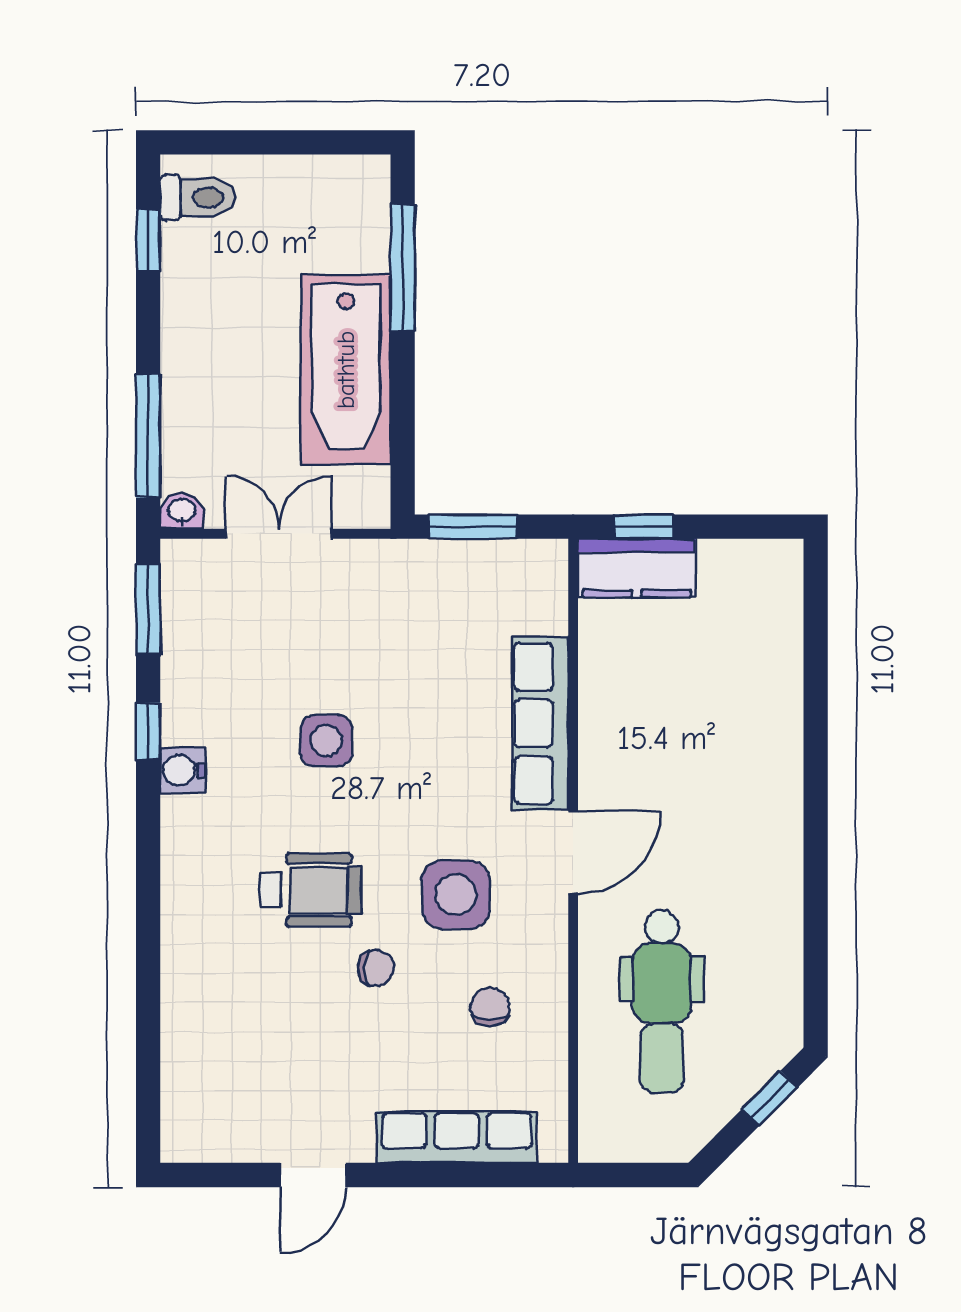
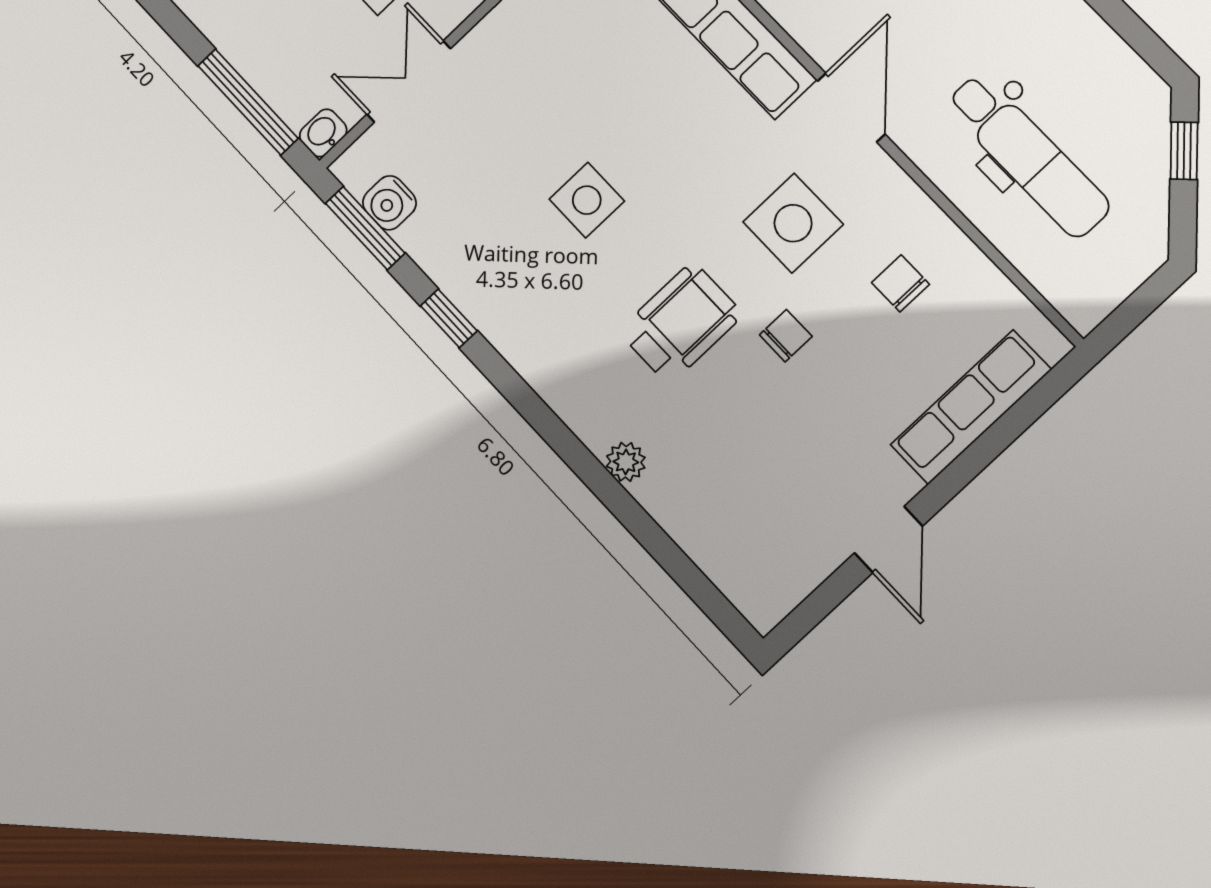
water cooler: (183, 770) -> (389, 203), moved
plant: (179, 951) -> (626, 462), added

